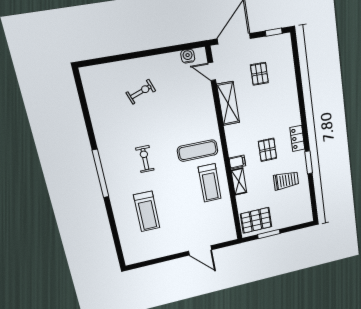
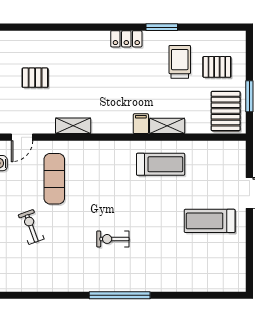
shelving: (228, 103) -> (73, 126), width x0.67, depth x0.75
pallet: (267, 150) -> (217, 67), moved
exercise mat: (198, 151) -> (54, 179), moved
treadmill: (147, 211) -> (210, 221), moved, turned 180

